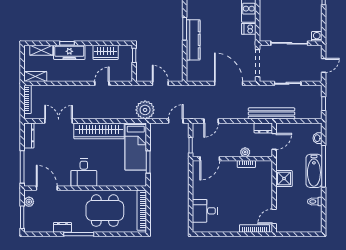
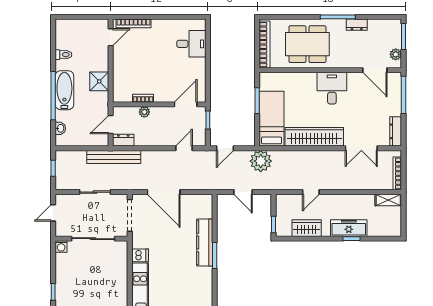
shelving: (41, 50) -> (381, 231), removed

